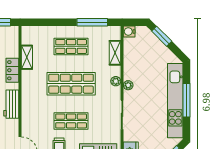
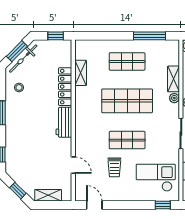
shelving: (115, 53) -> (174, 79), moved
locker: (12, 70) -> (65, 87), width x1.53

